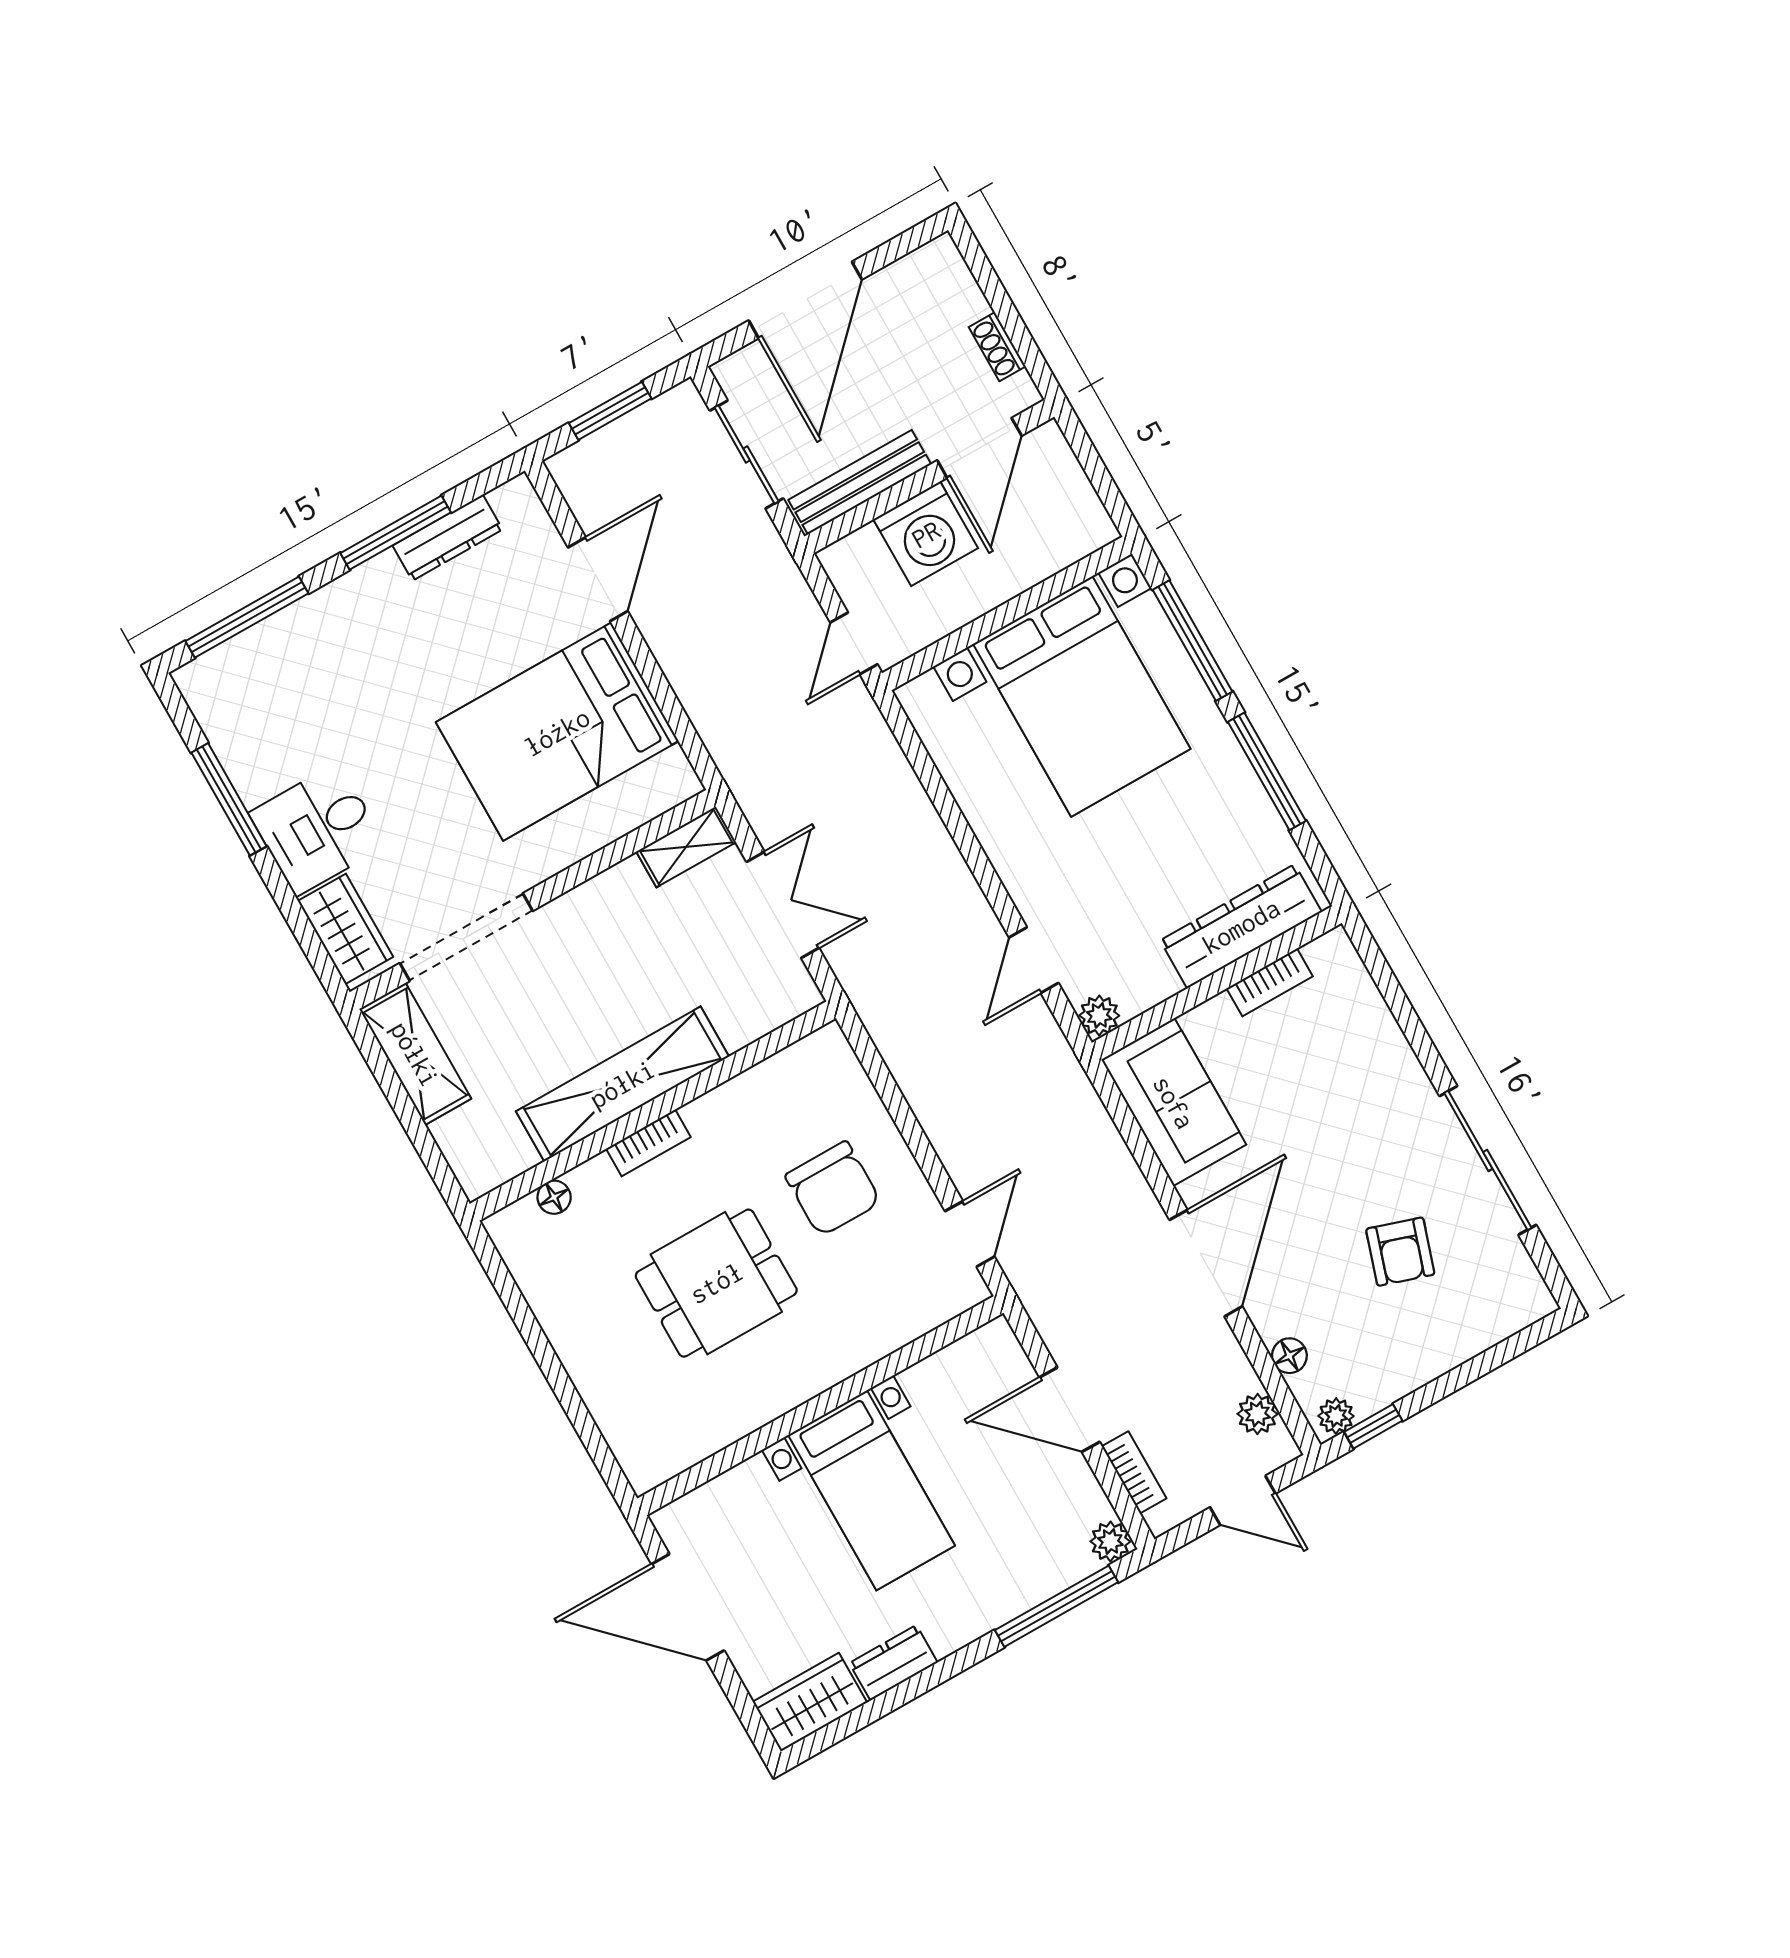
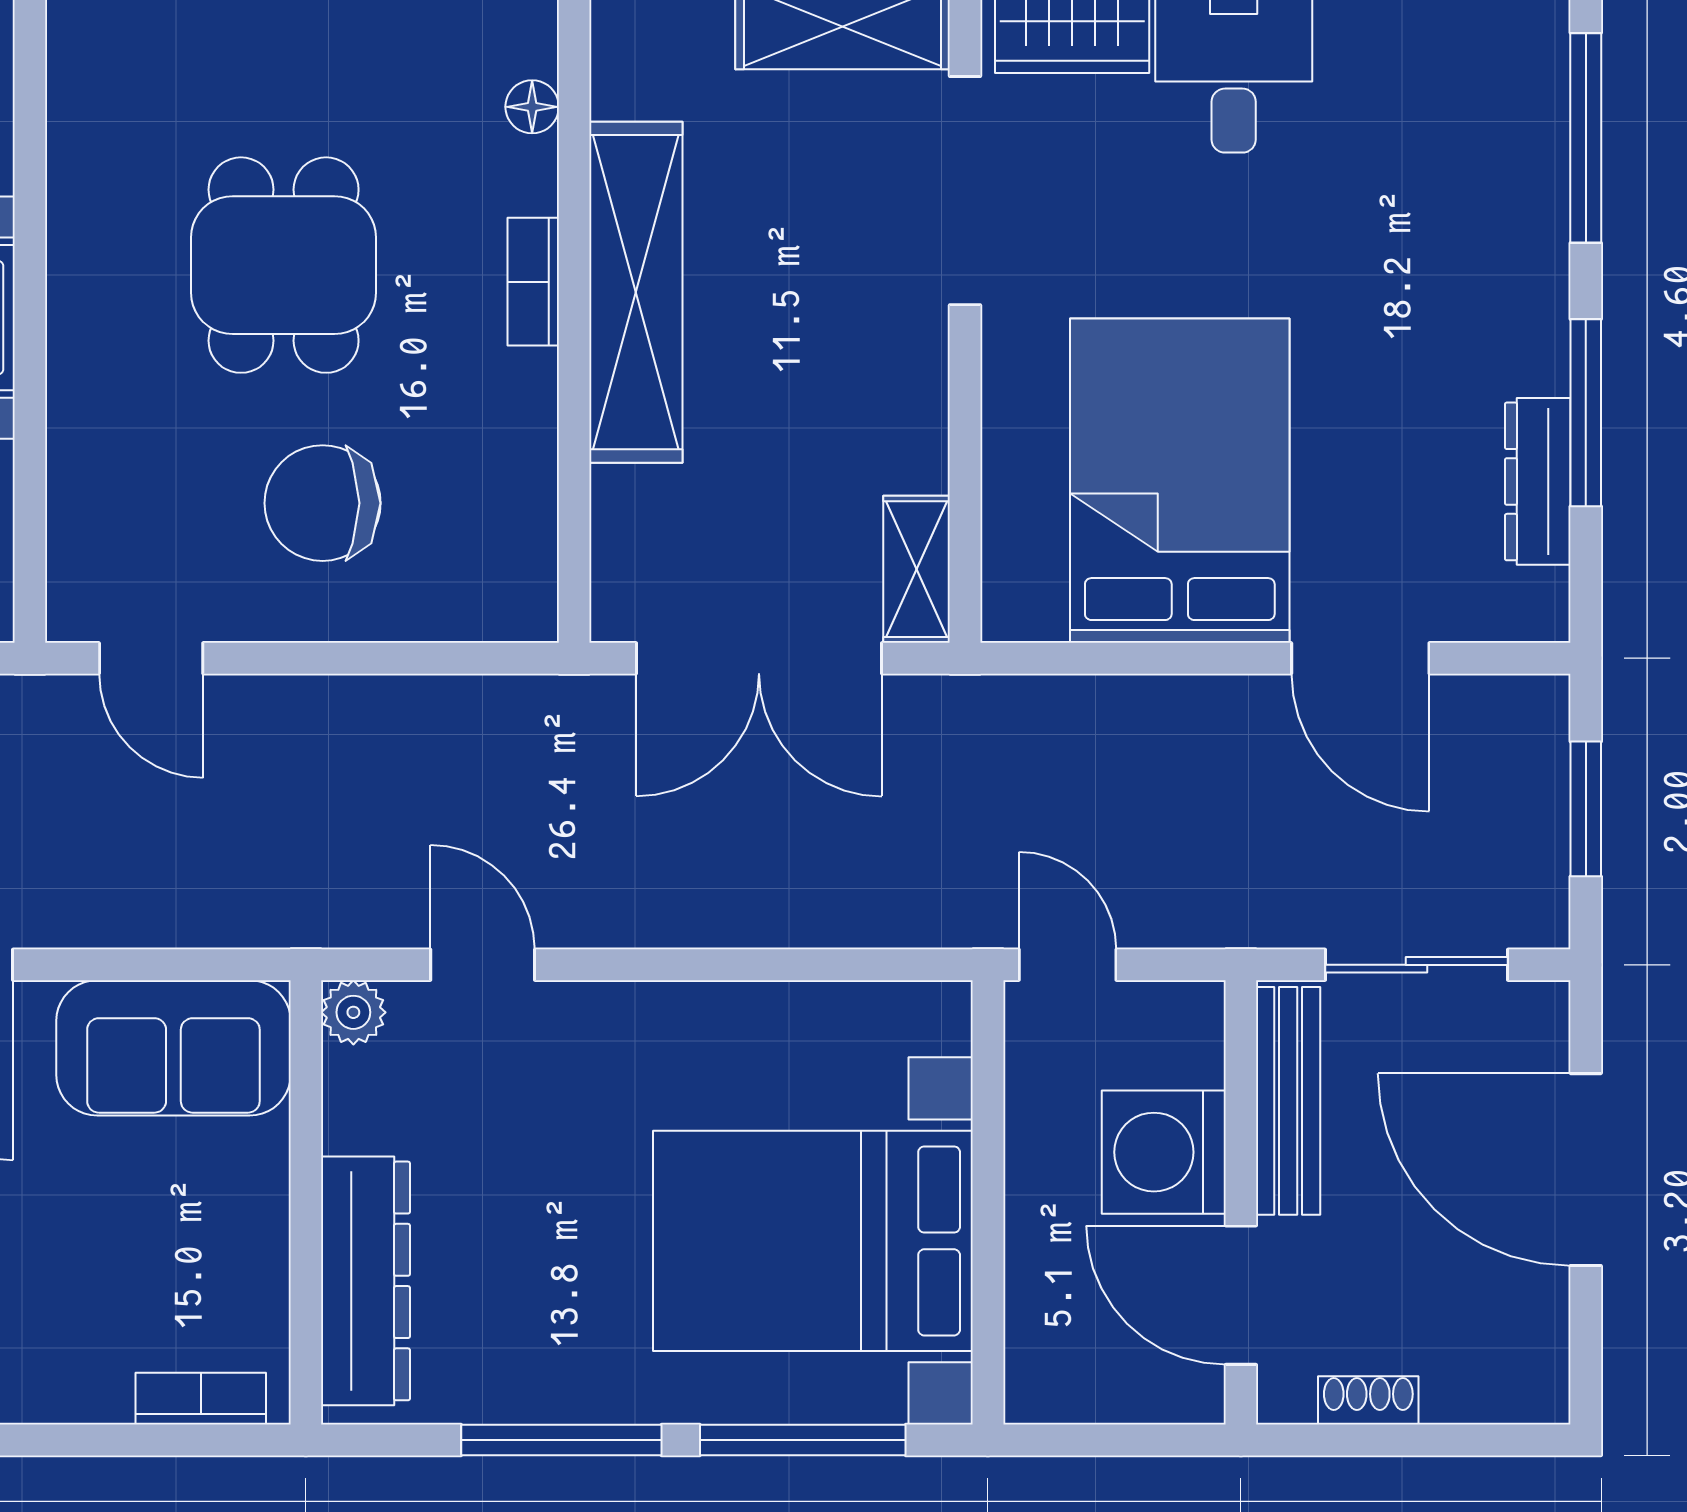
double door: (783, 905) -> (759, 658), width x1.37
bookcase: (1270, 982) -> (201, 1399), moved, turned 90

